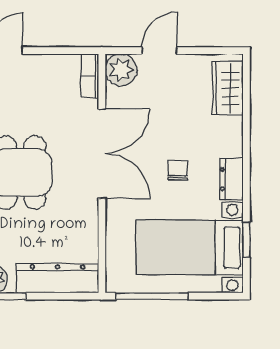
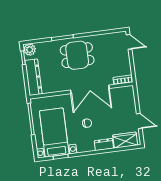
door: (159, 51) -> (139, 121), moved
plant: (121, 70) -> (127, 93), removed
dresser: (231, 179) -> (104, 144), moved

